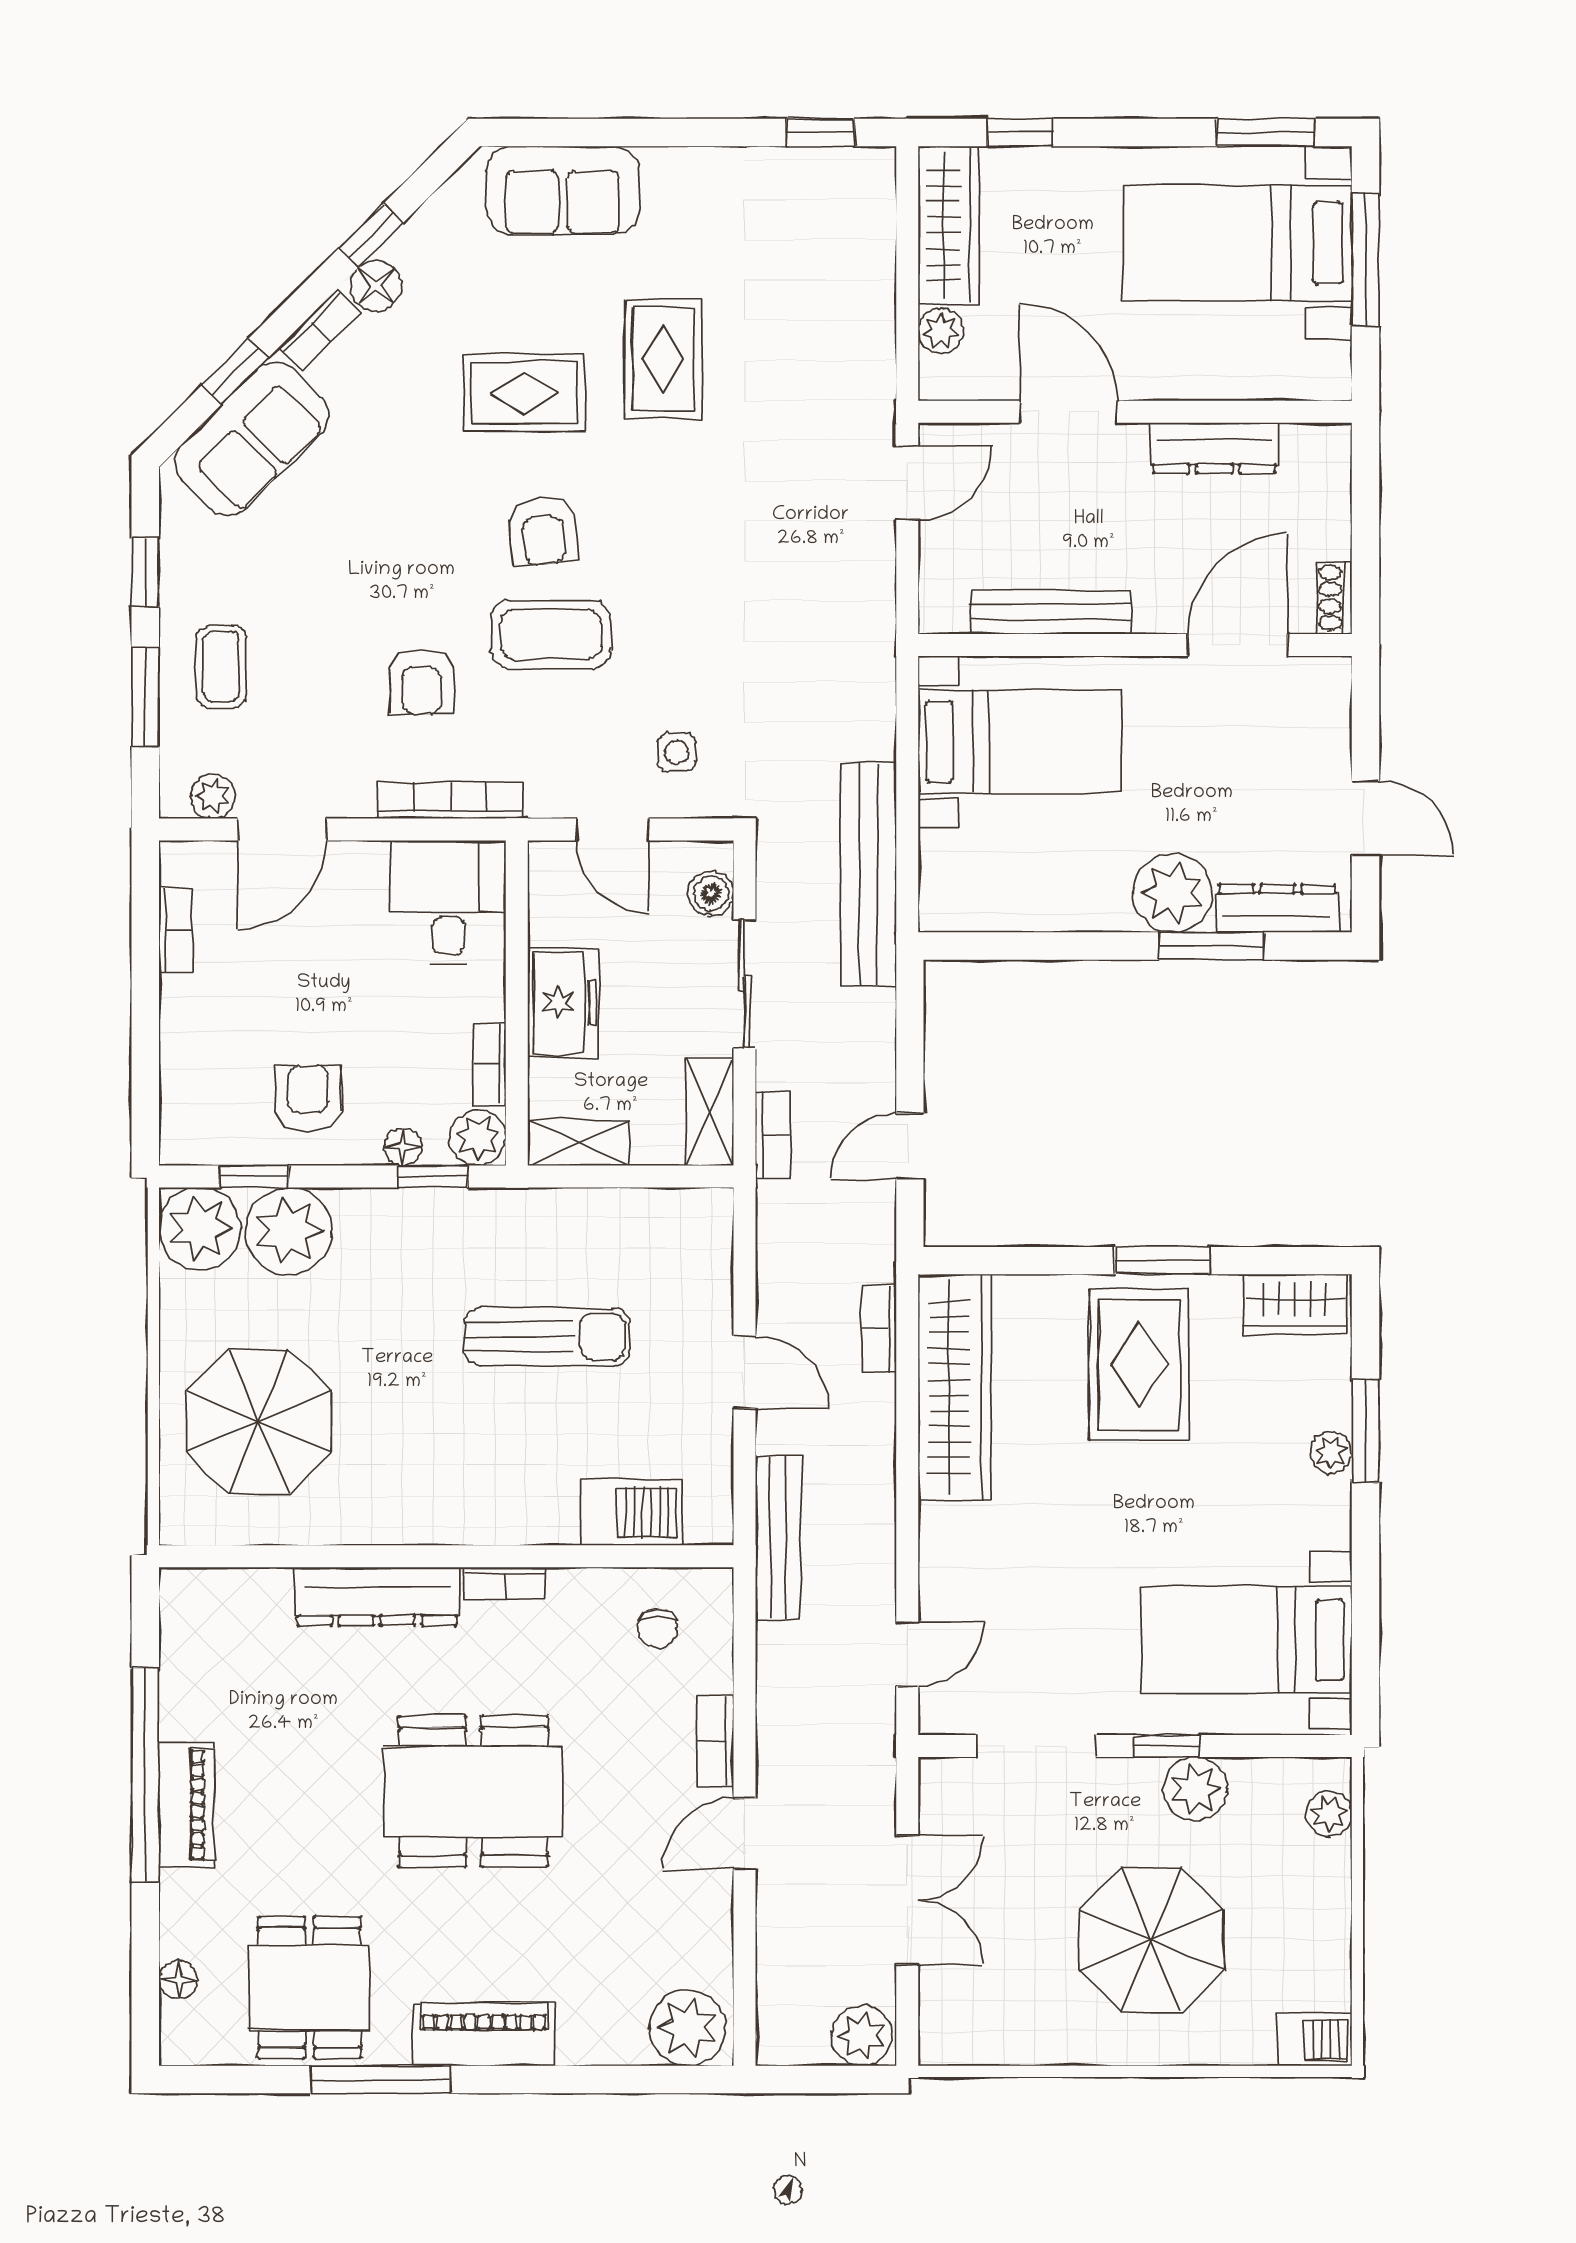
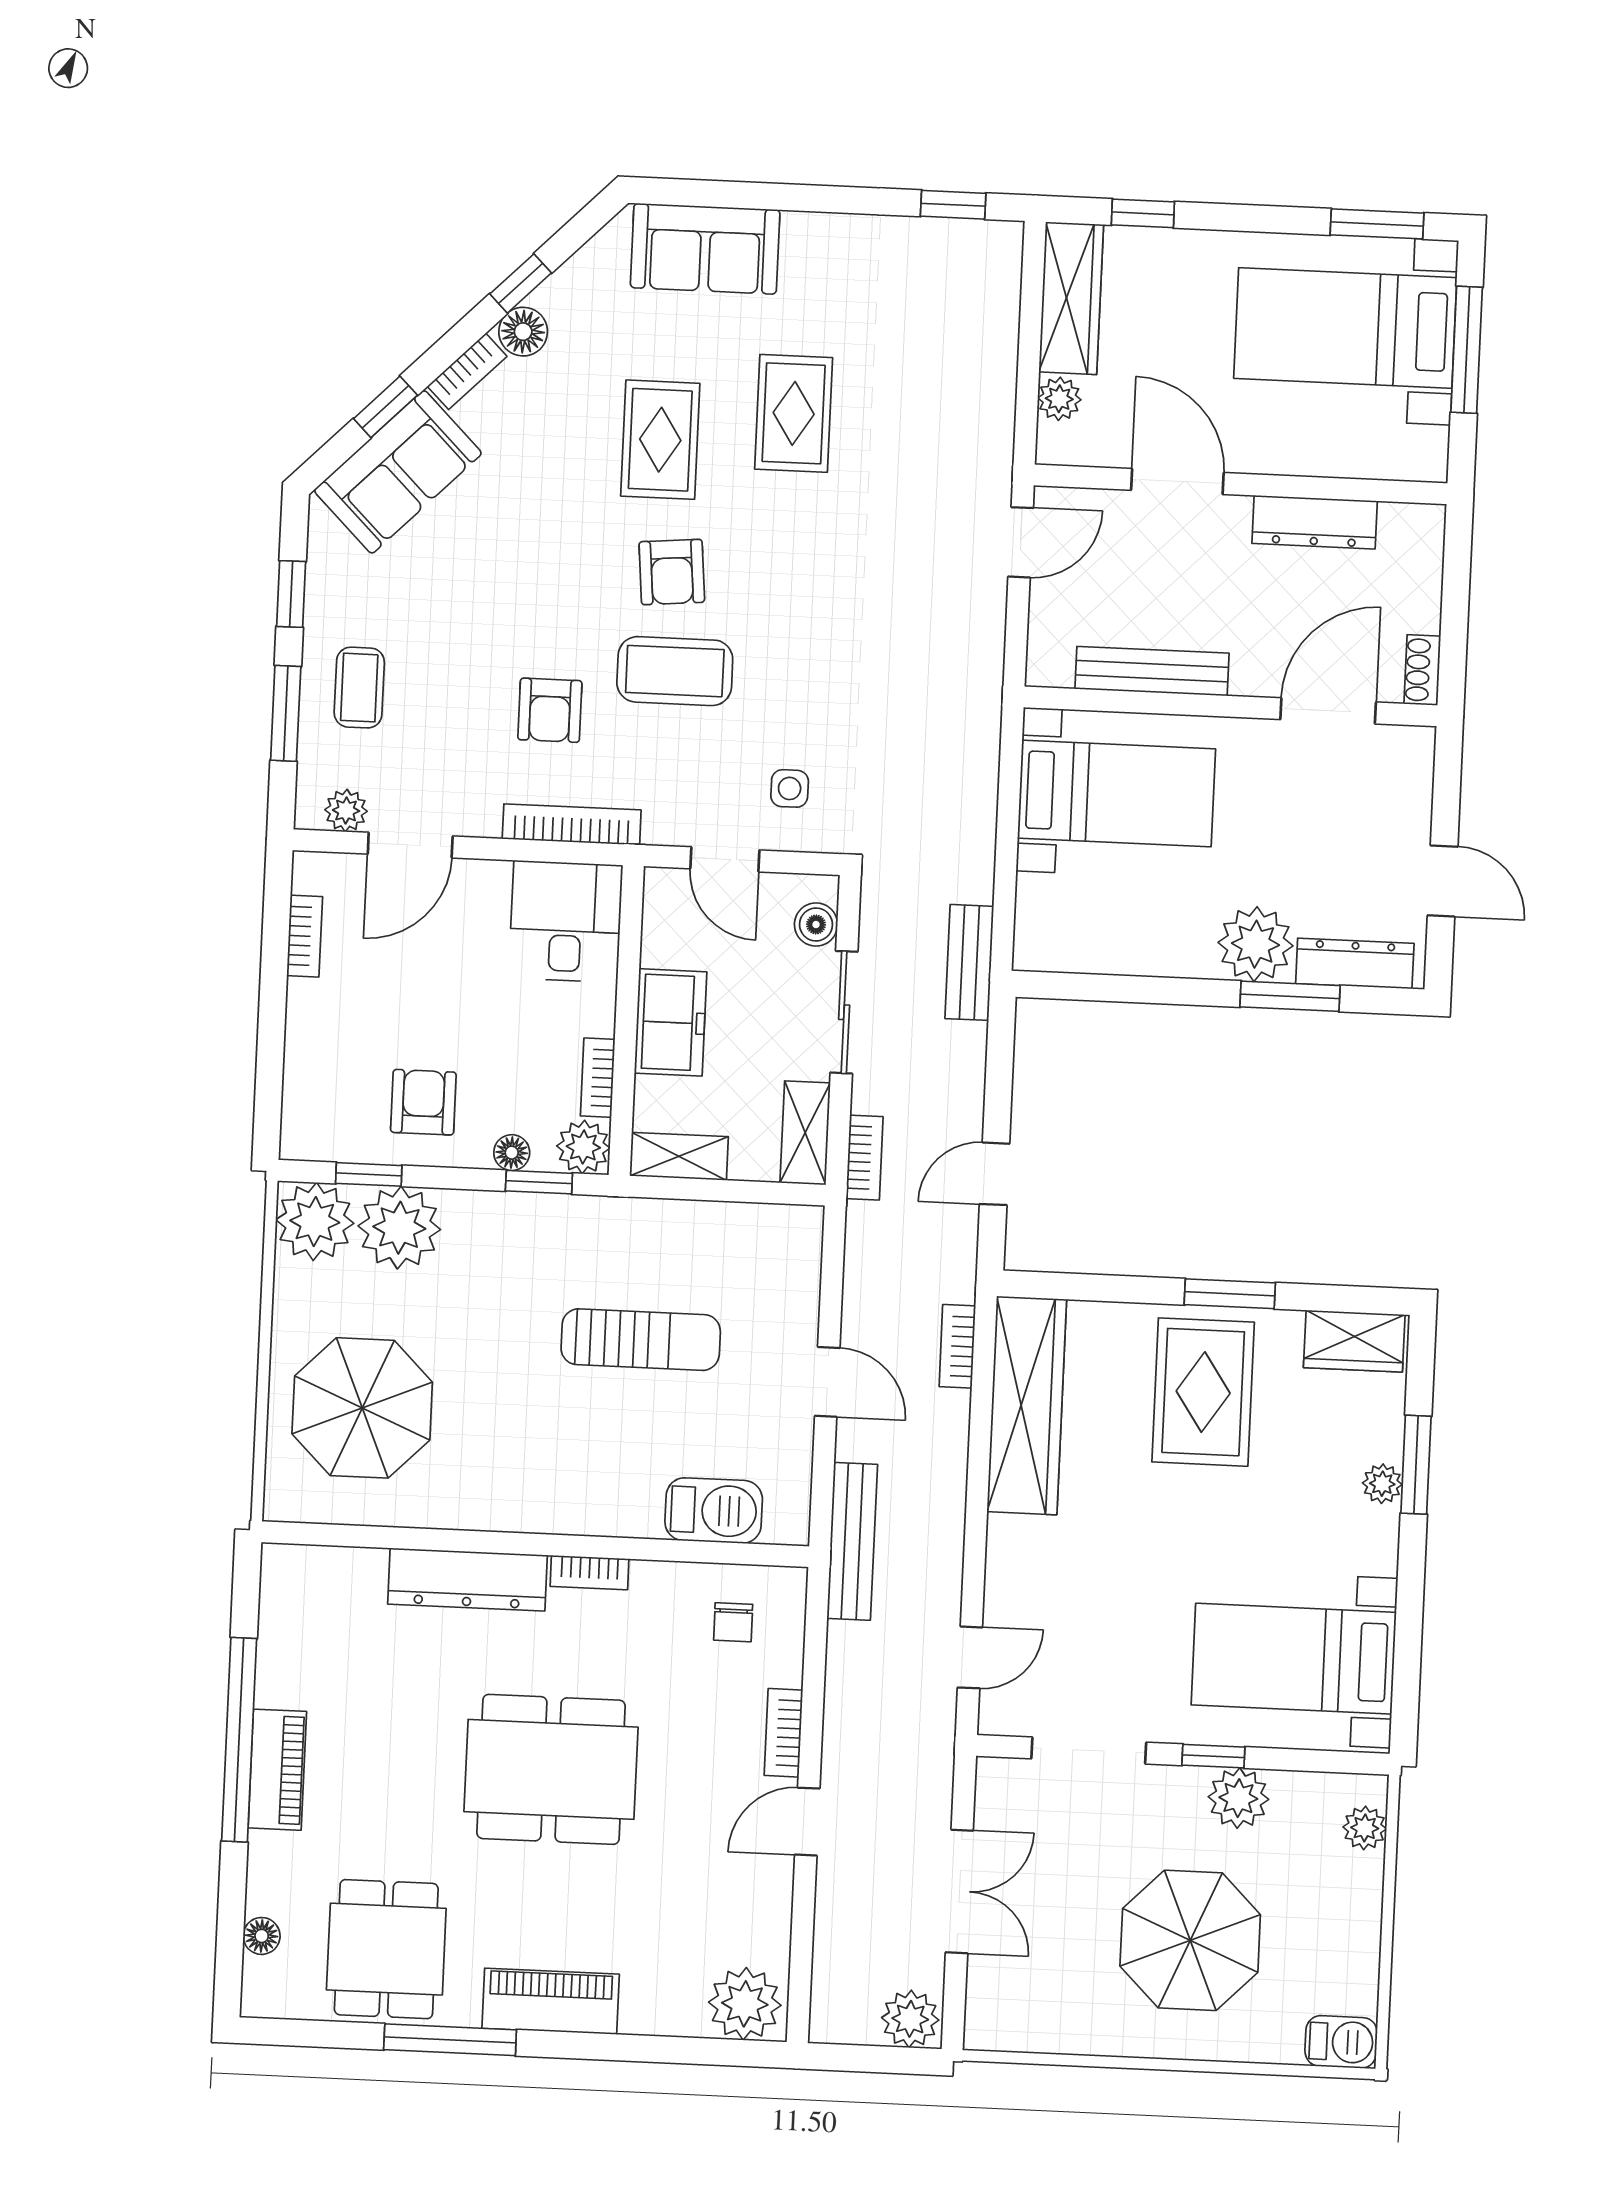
rug: (525, 393) -> (660, 440), turned 90
bench: (869, 874) -> (969, 962), width x0.54, depth x0.82

